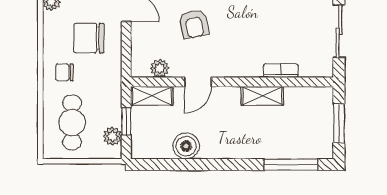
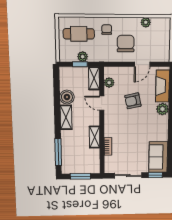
plant: (112, 136) -> (83, 57), moved
shelving: (224, 149) -> (66, 117), added

